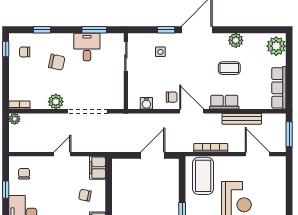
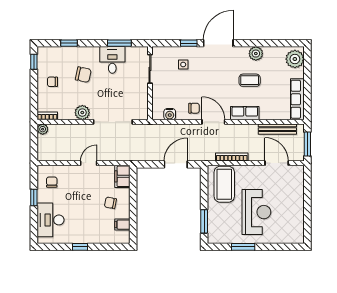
chair: (25, 52) -> (52, 82), moved
bench: (242, 119) -> (277, 129), moved

